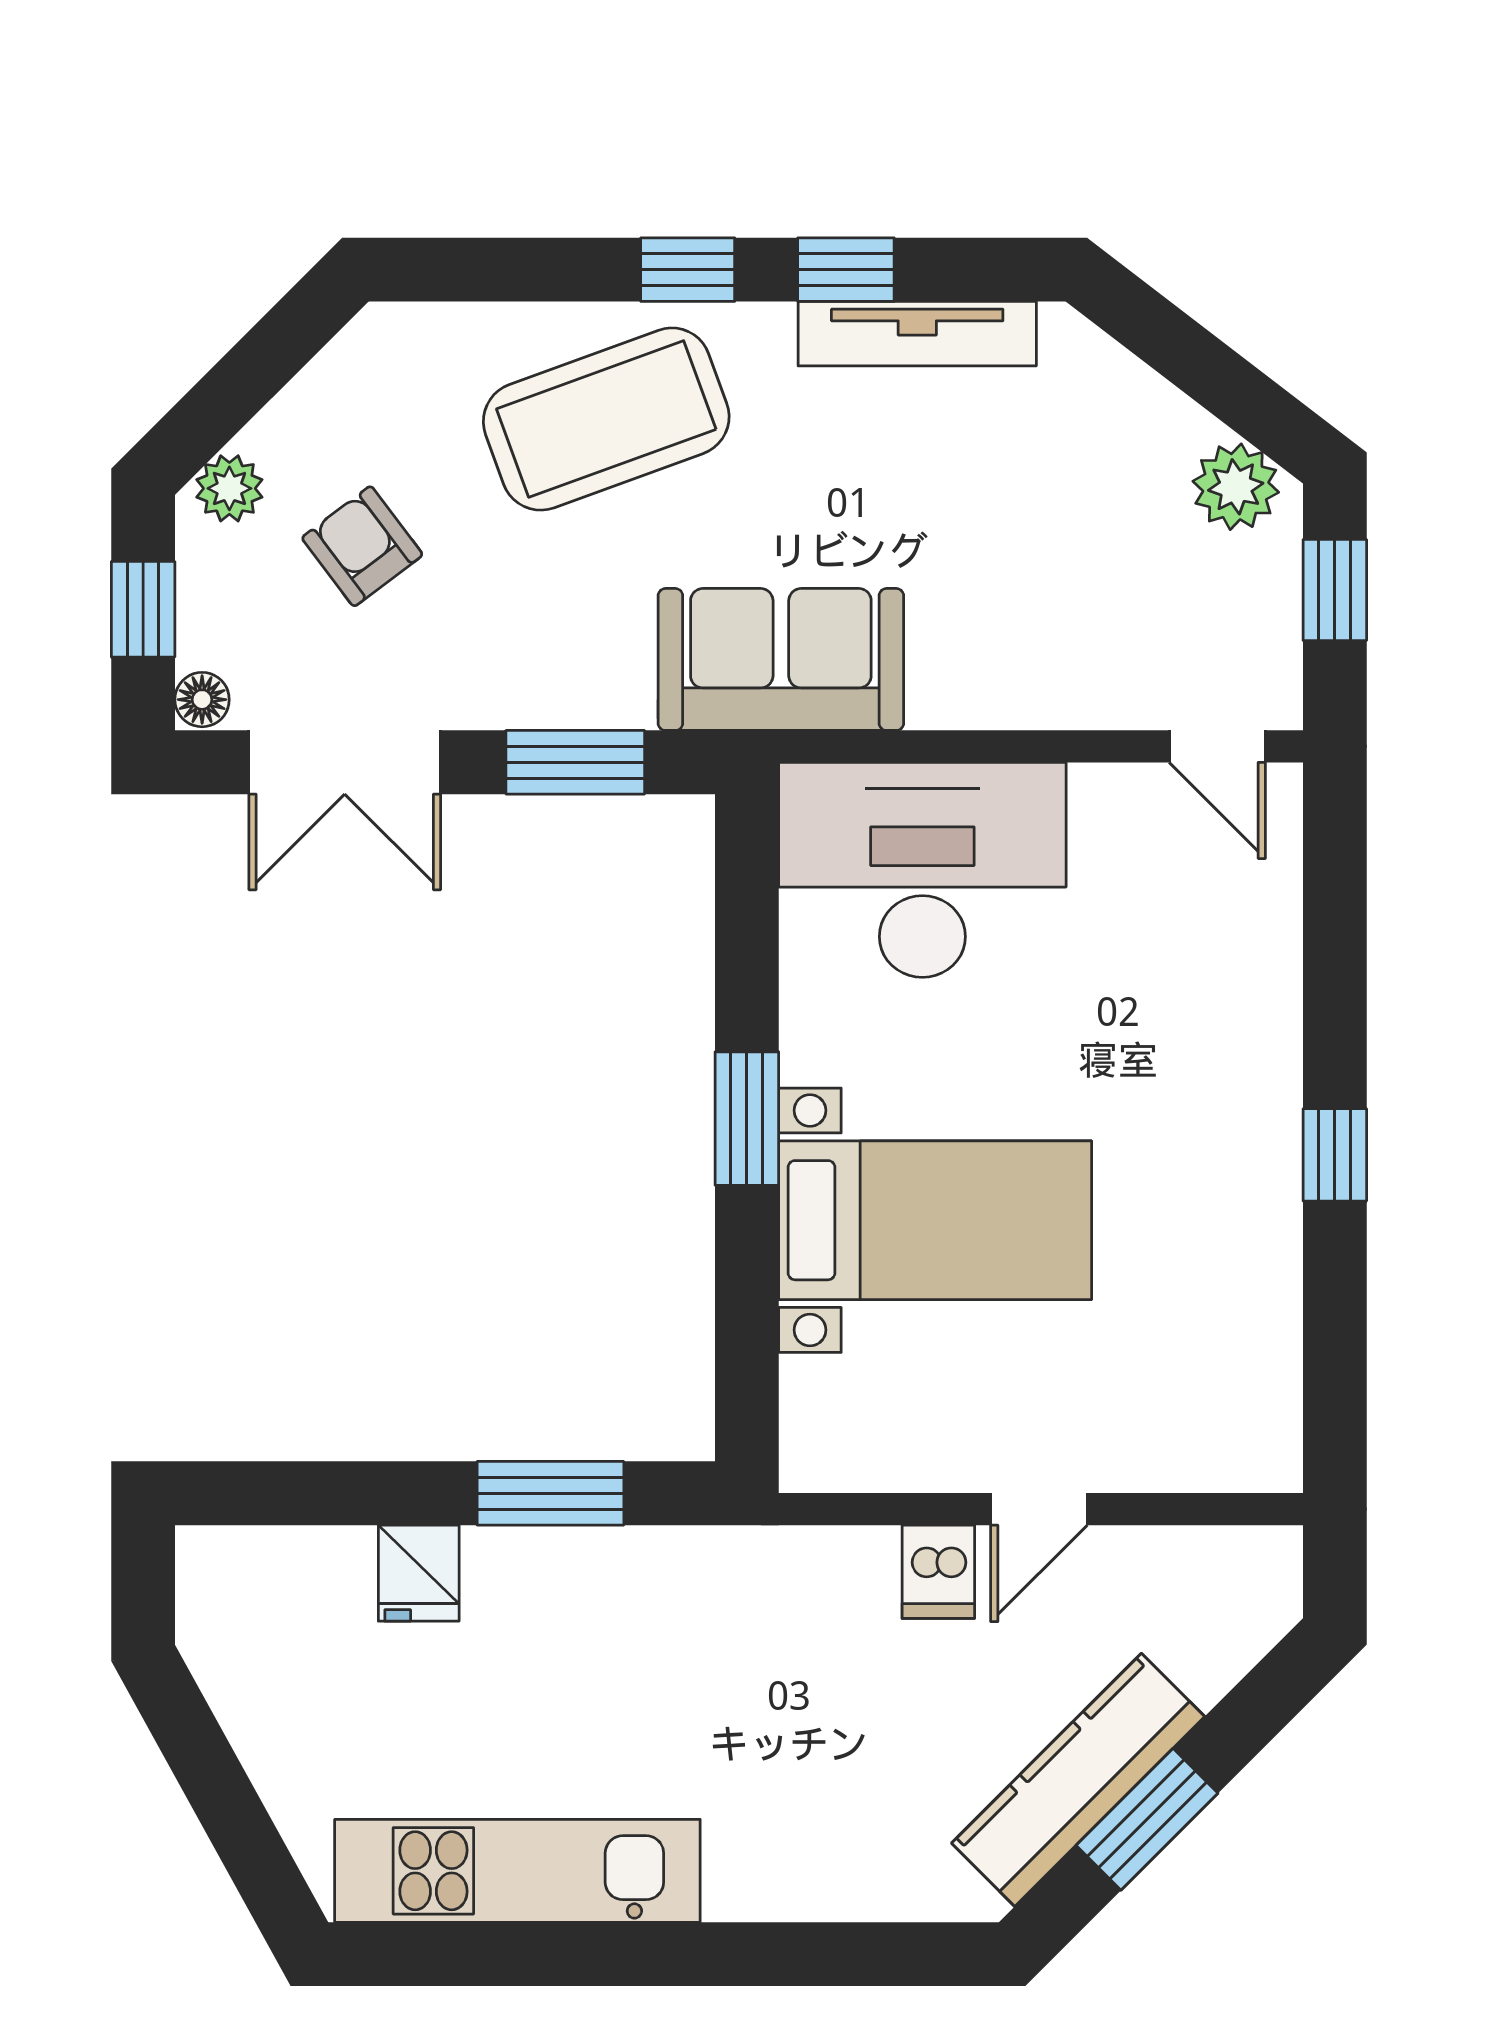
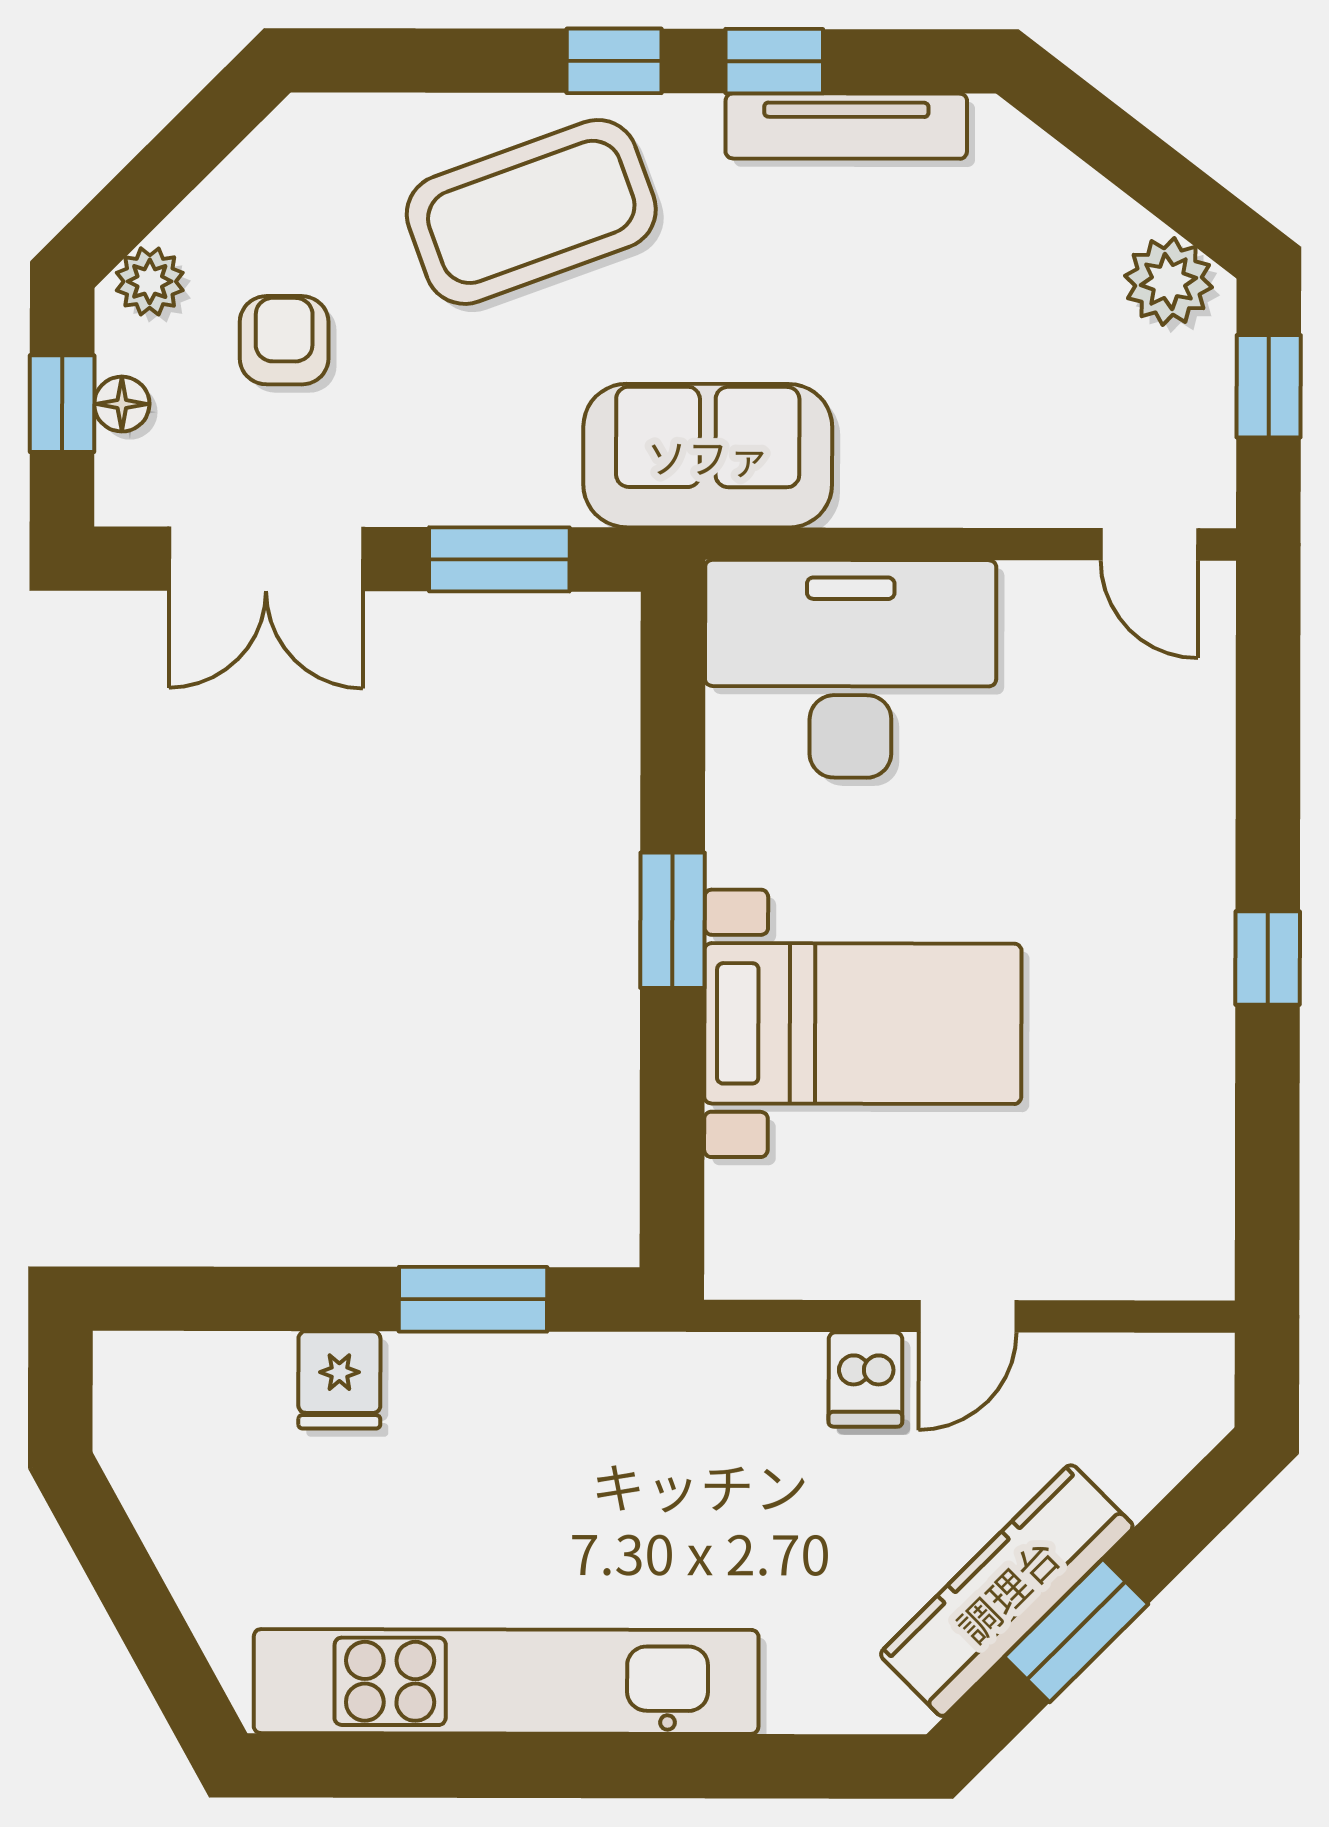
armchair: (362, 546) -> (284, 340), turned 37
floor lamp: (202, 700) -> (122, 404), moved
kitchen unit: (517, 1871) -> (506, 1682), width x1.36

